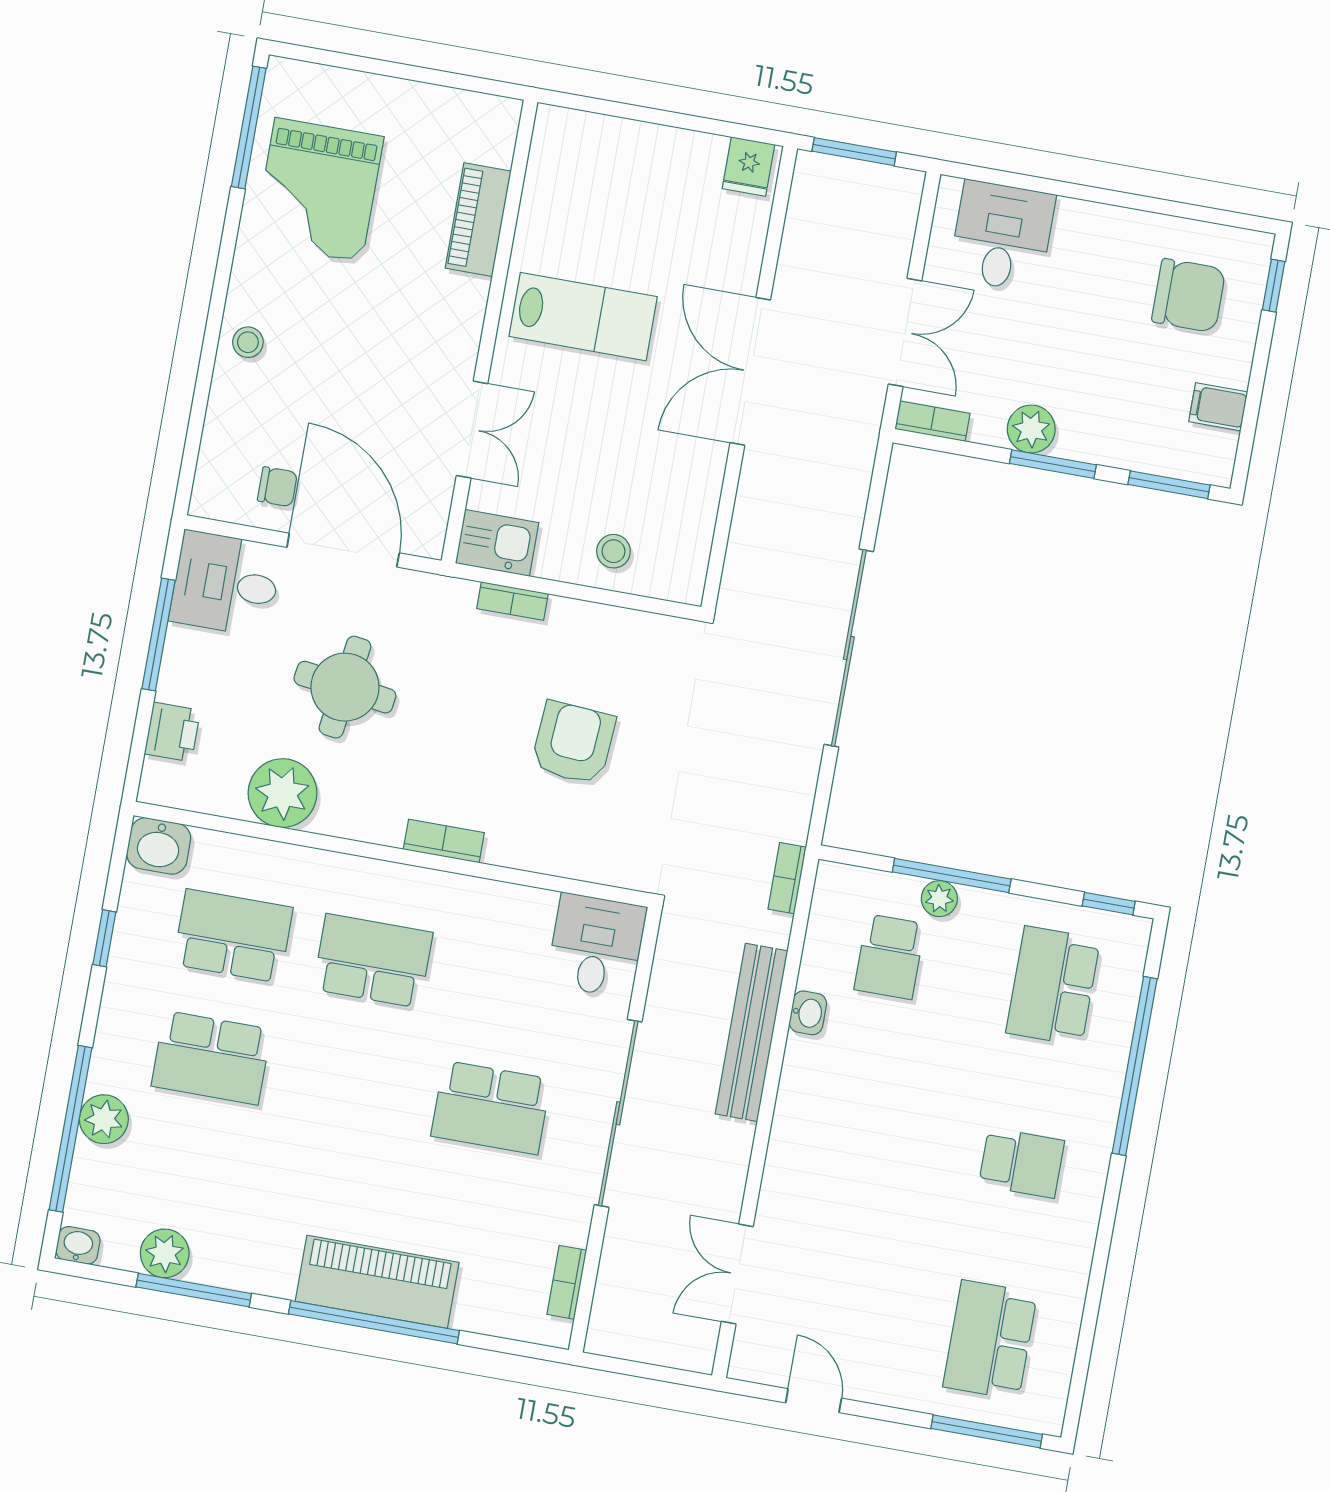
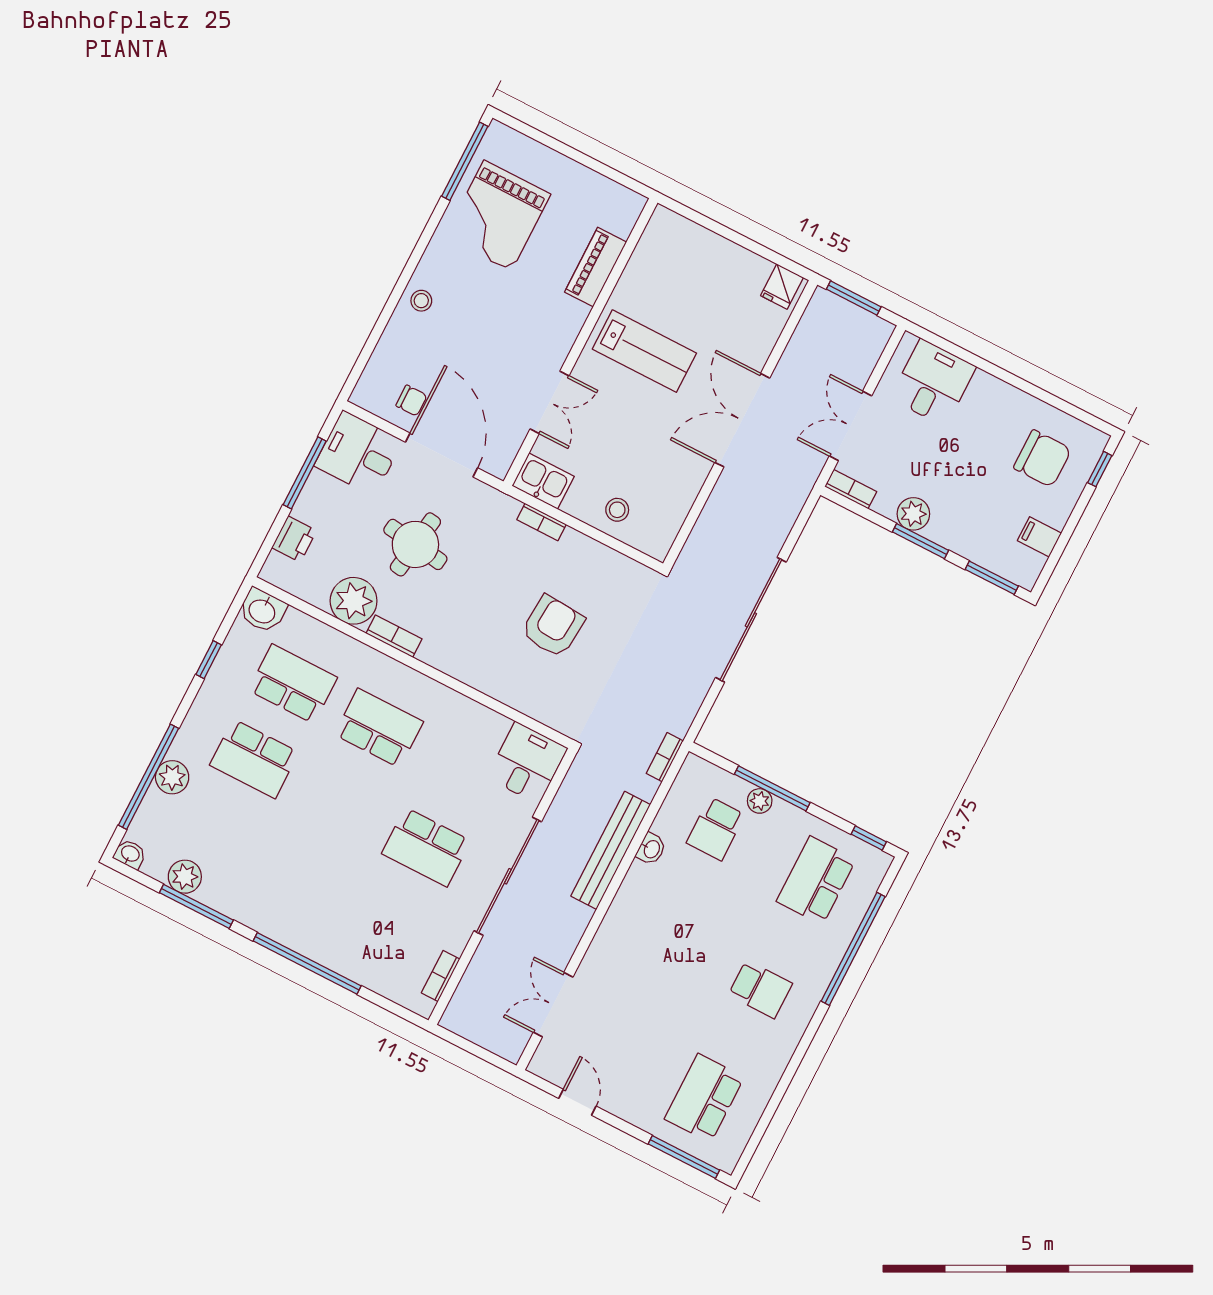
double door: (905, 332) -> (851, 426), swing flipped
bookcase: (444, 841) -> (394, 636), moved
piano: (377, 1282) -> (317, 938), removed

